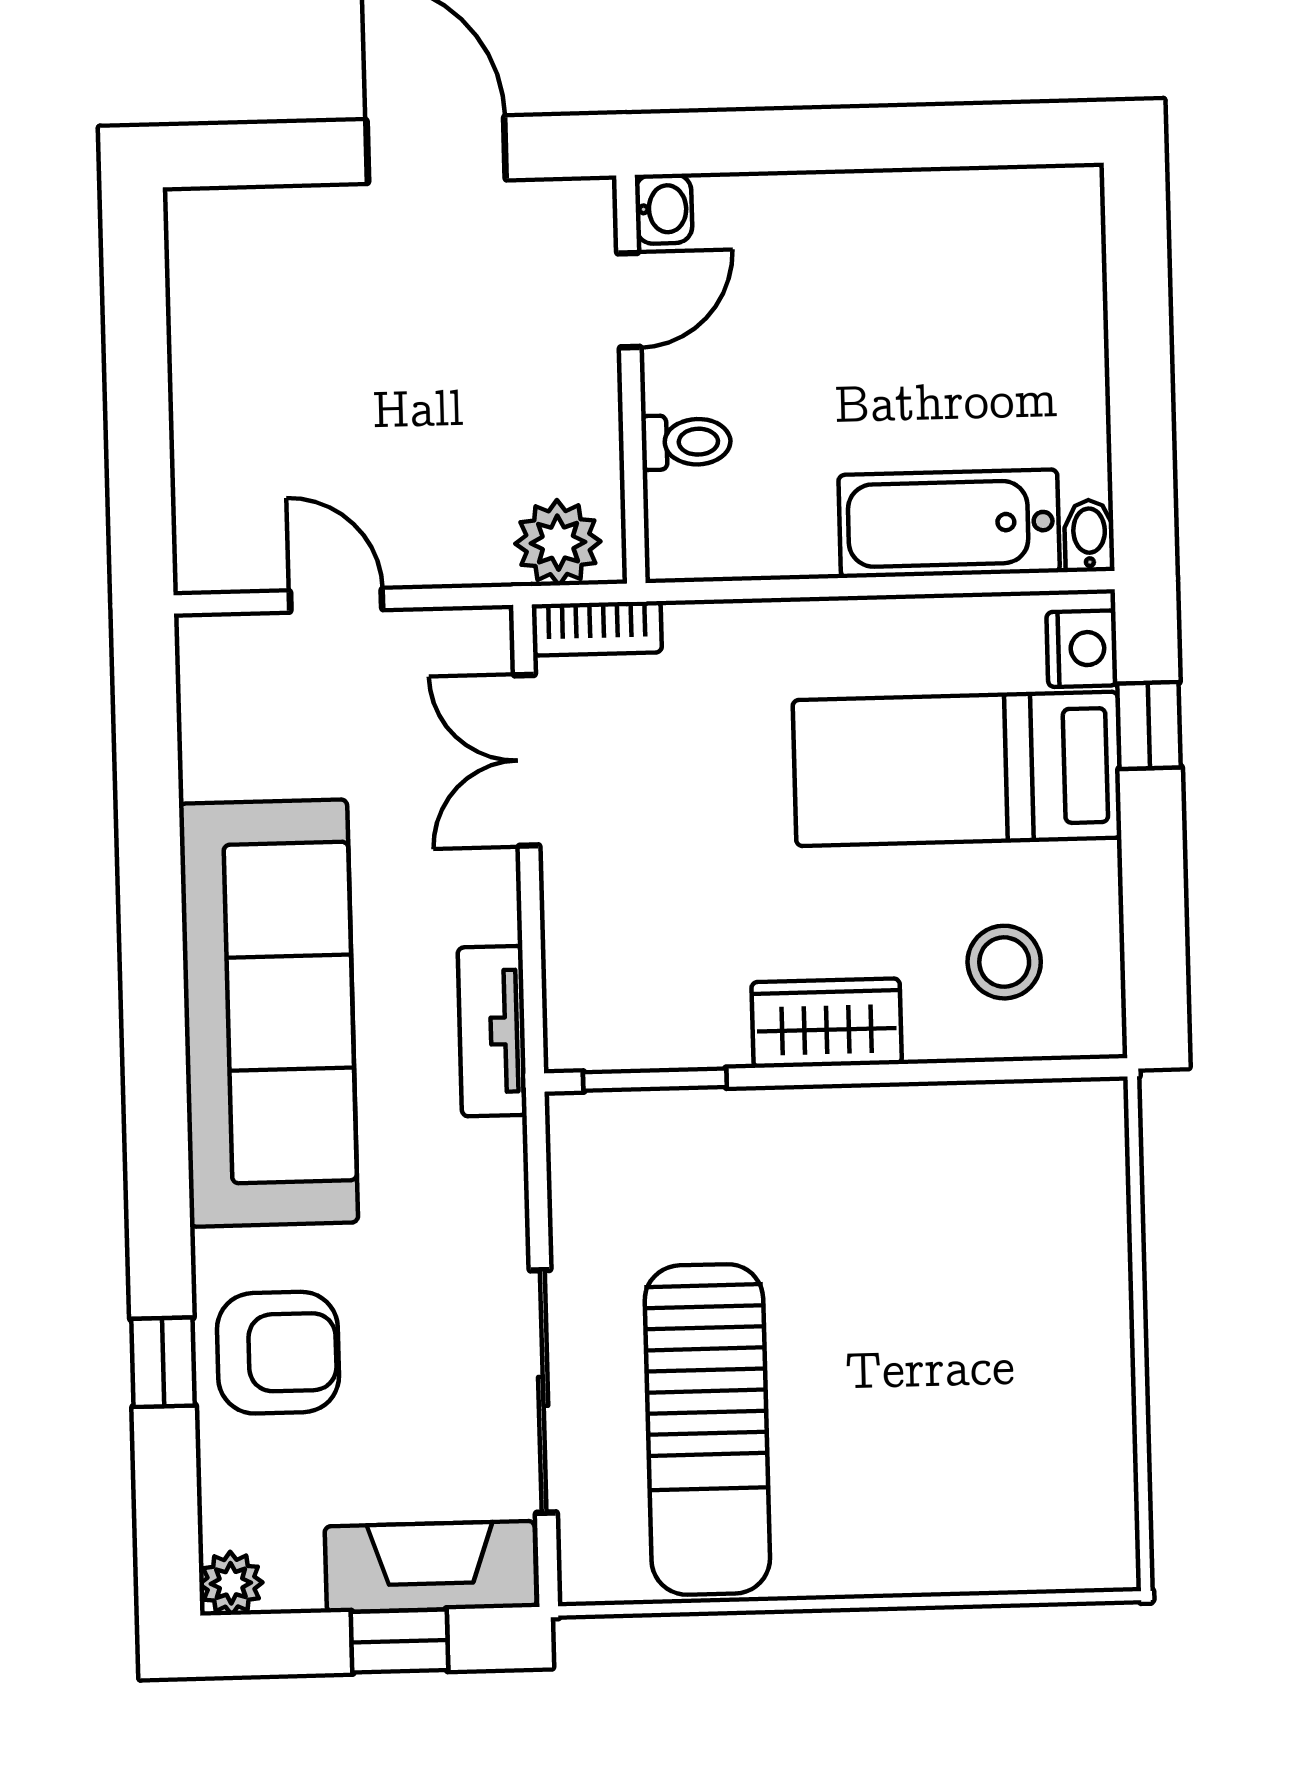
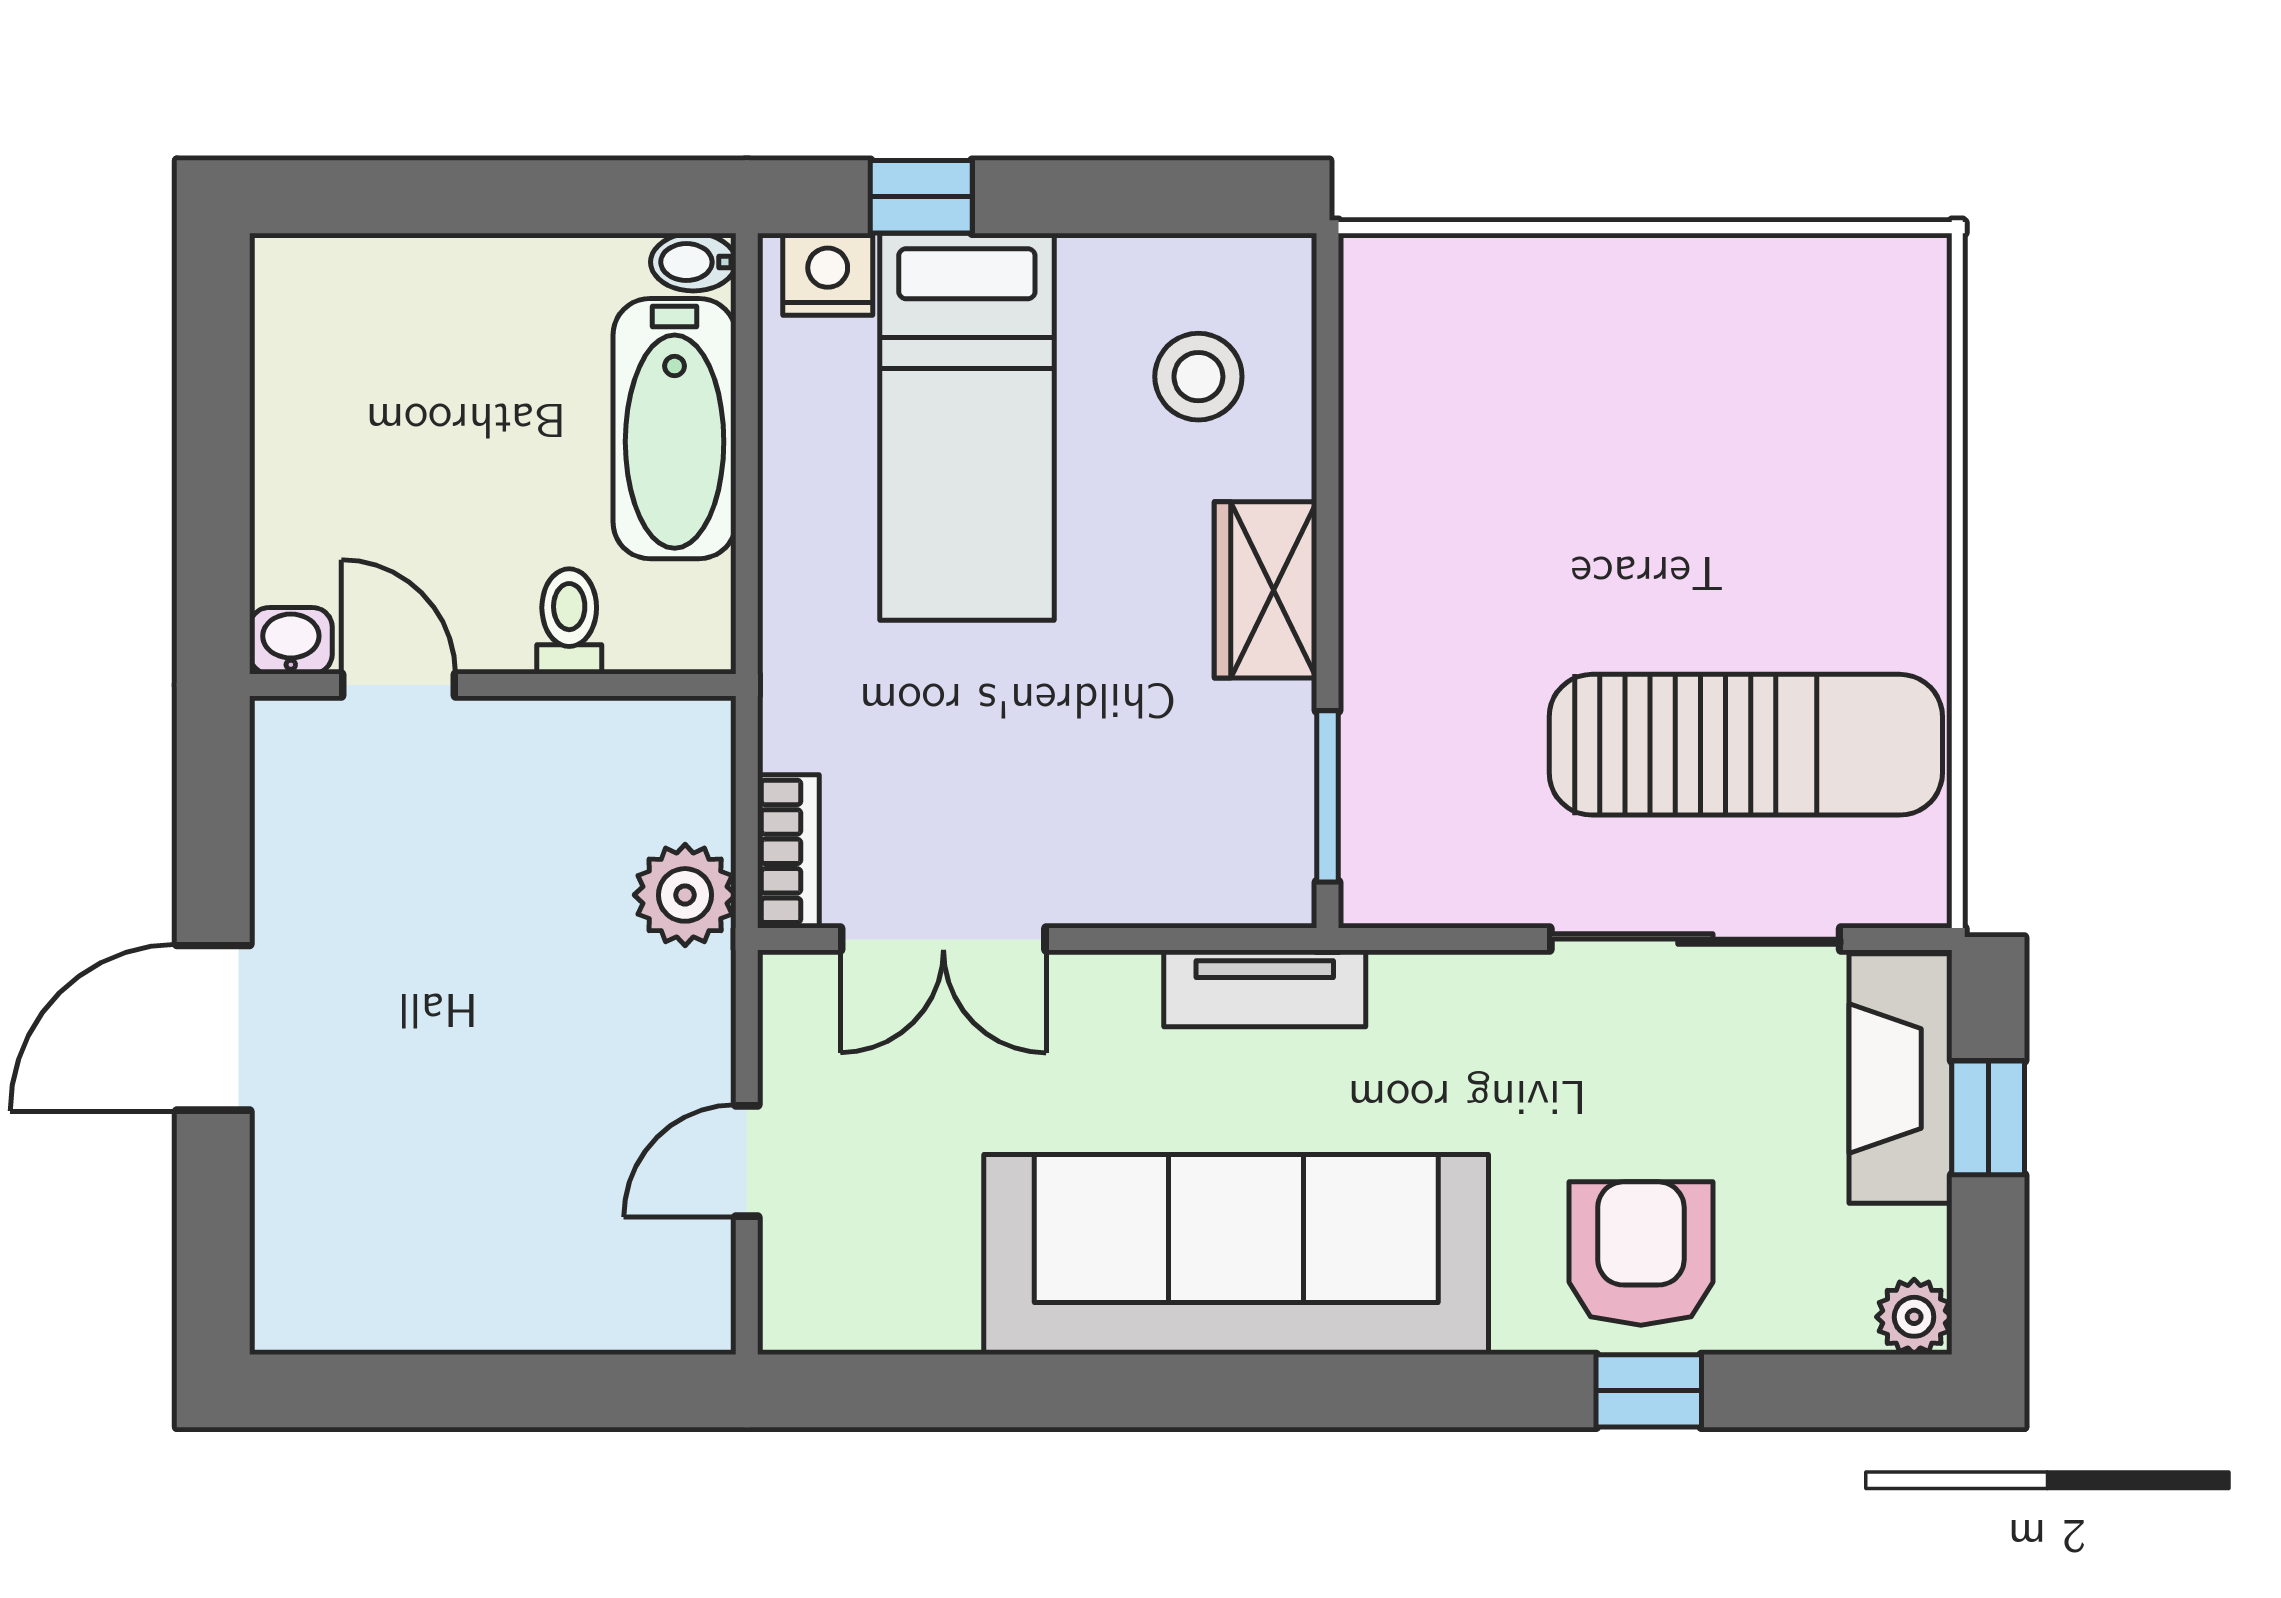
washbasin: (664, 209) -> (291, 641), moved
door: (629, 300) -> (398, 685), moved
wall: (631, 379) -> (493, 685), moved
toilet: (686, 442) -> (569, 621), moved

